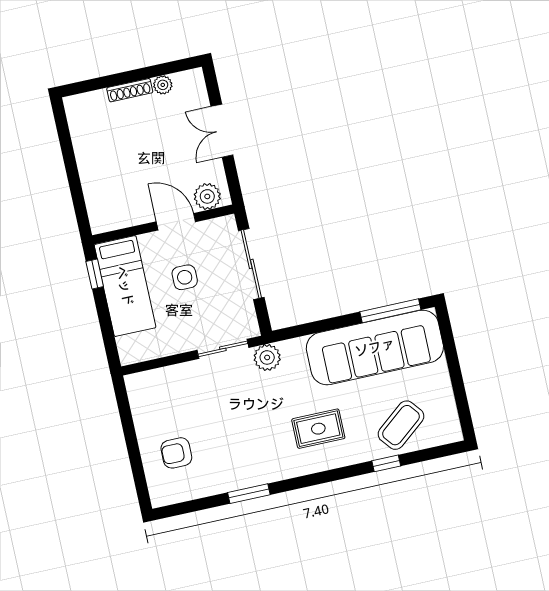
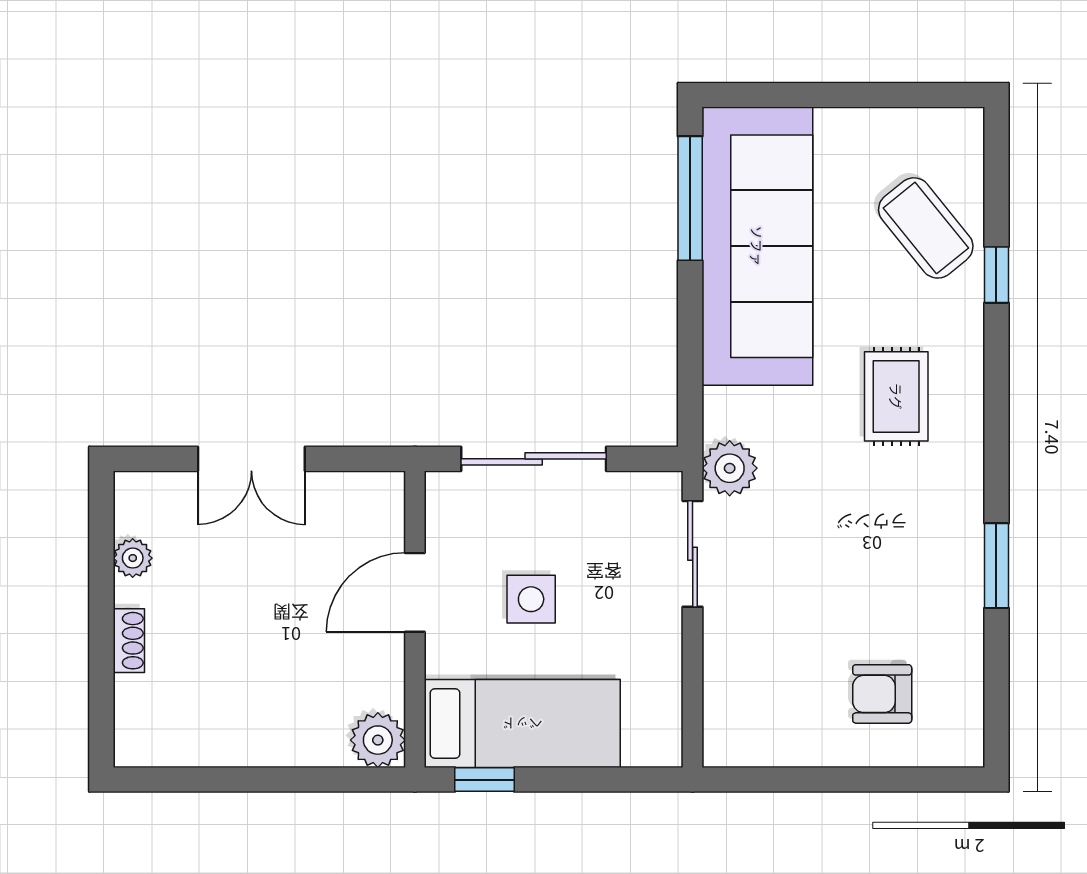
shoe rack: (130, 90) -> (129, 641), width x0.70
plant: (207, 196) -> (378, 740), moved
armchair: (176, 453) -> (882, 694), turned 90

